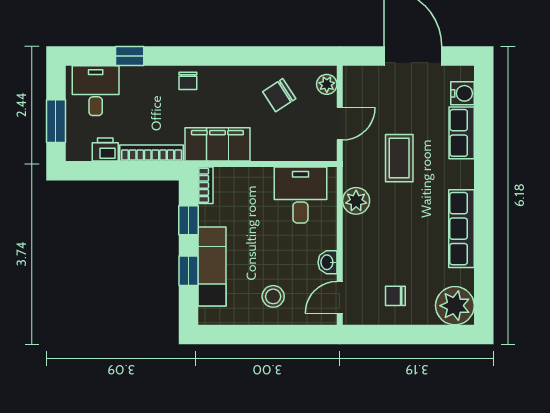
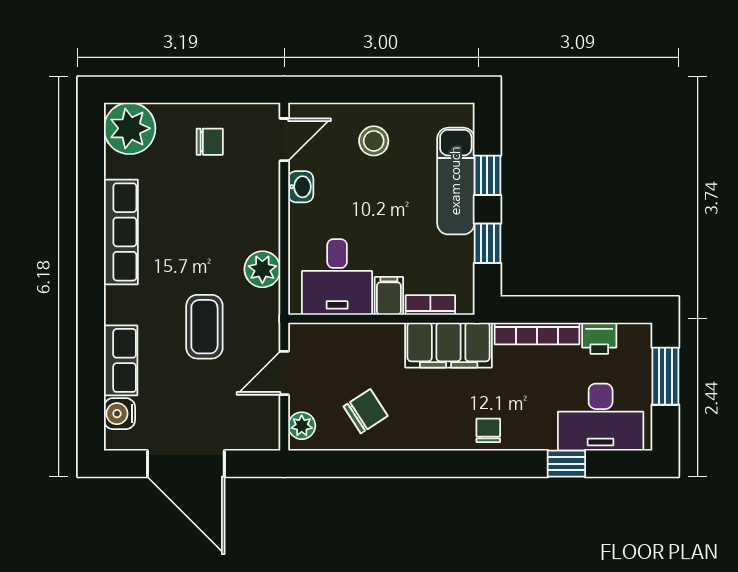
desk: (96, 91) -> (601, 417), width x1.37
filing cabinet: (262, 181) -> (389, 296), added
bookcase: (205, 185) -> (430, 305), moved, turned 90

